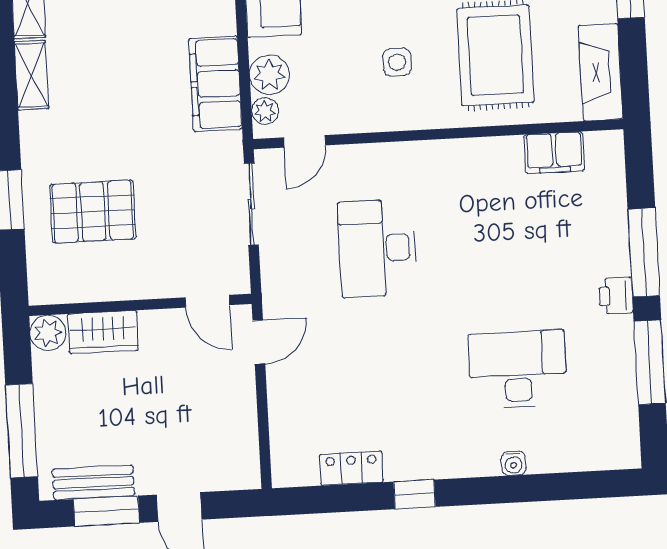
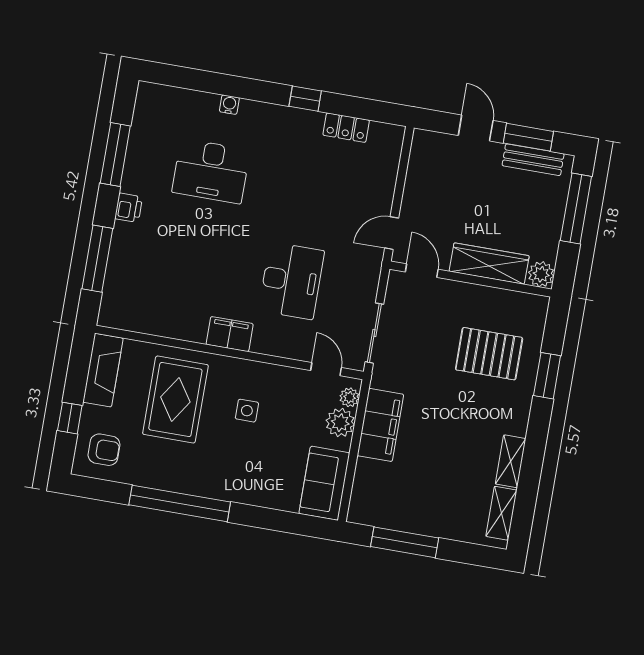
door: (305, 141) -> (326, 369), hinge flipped
filing cabinet: (554, 153) -> (230, 334), moved
window: (644, 253) -> (97, 259), moved
wardrobe: (103, 332) -> (489, 264), width x1.50

